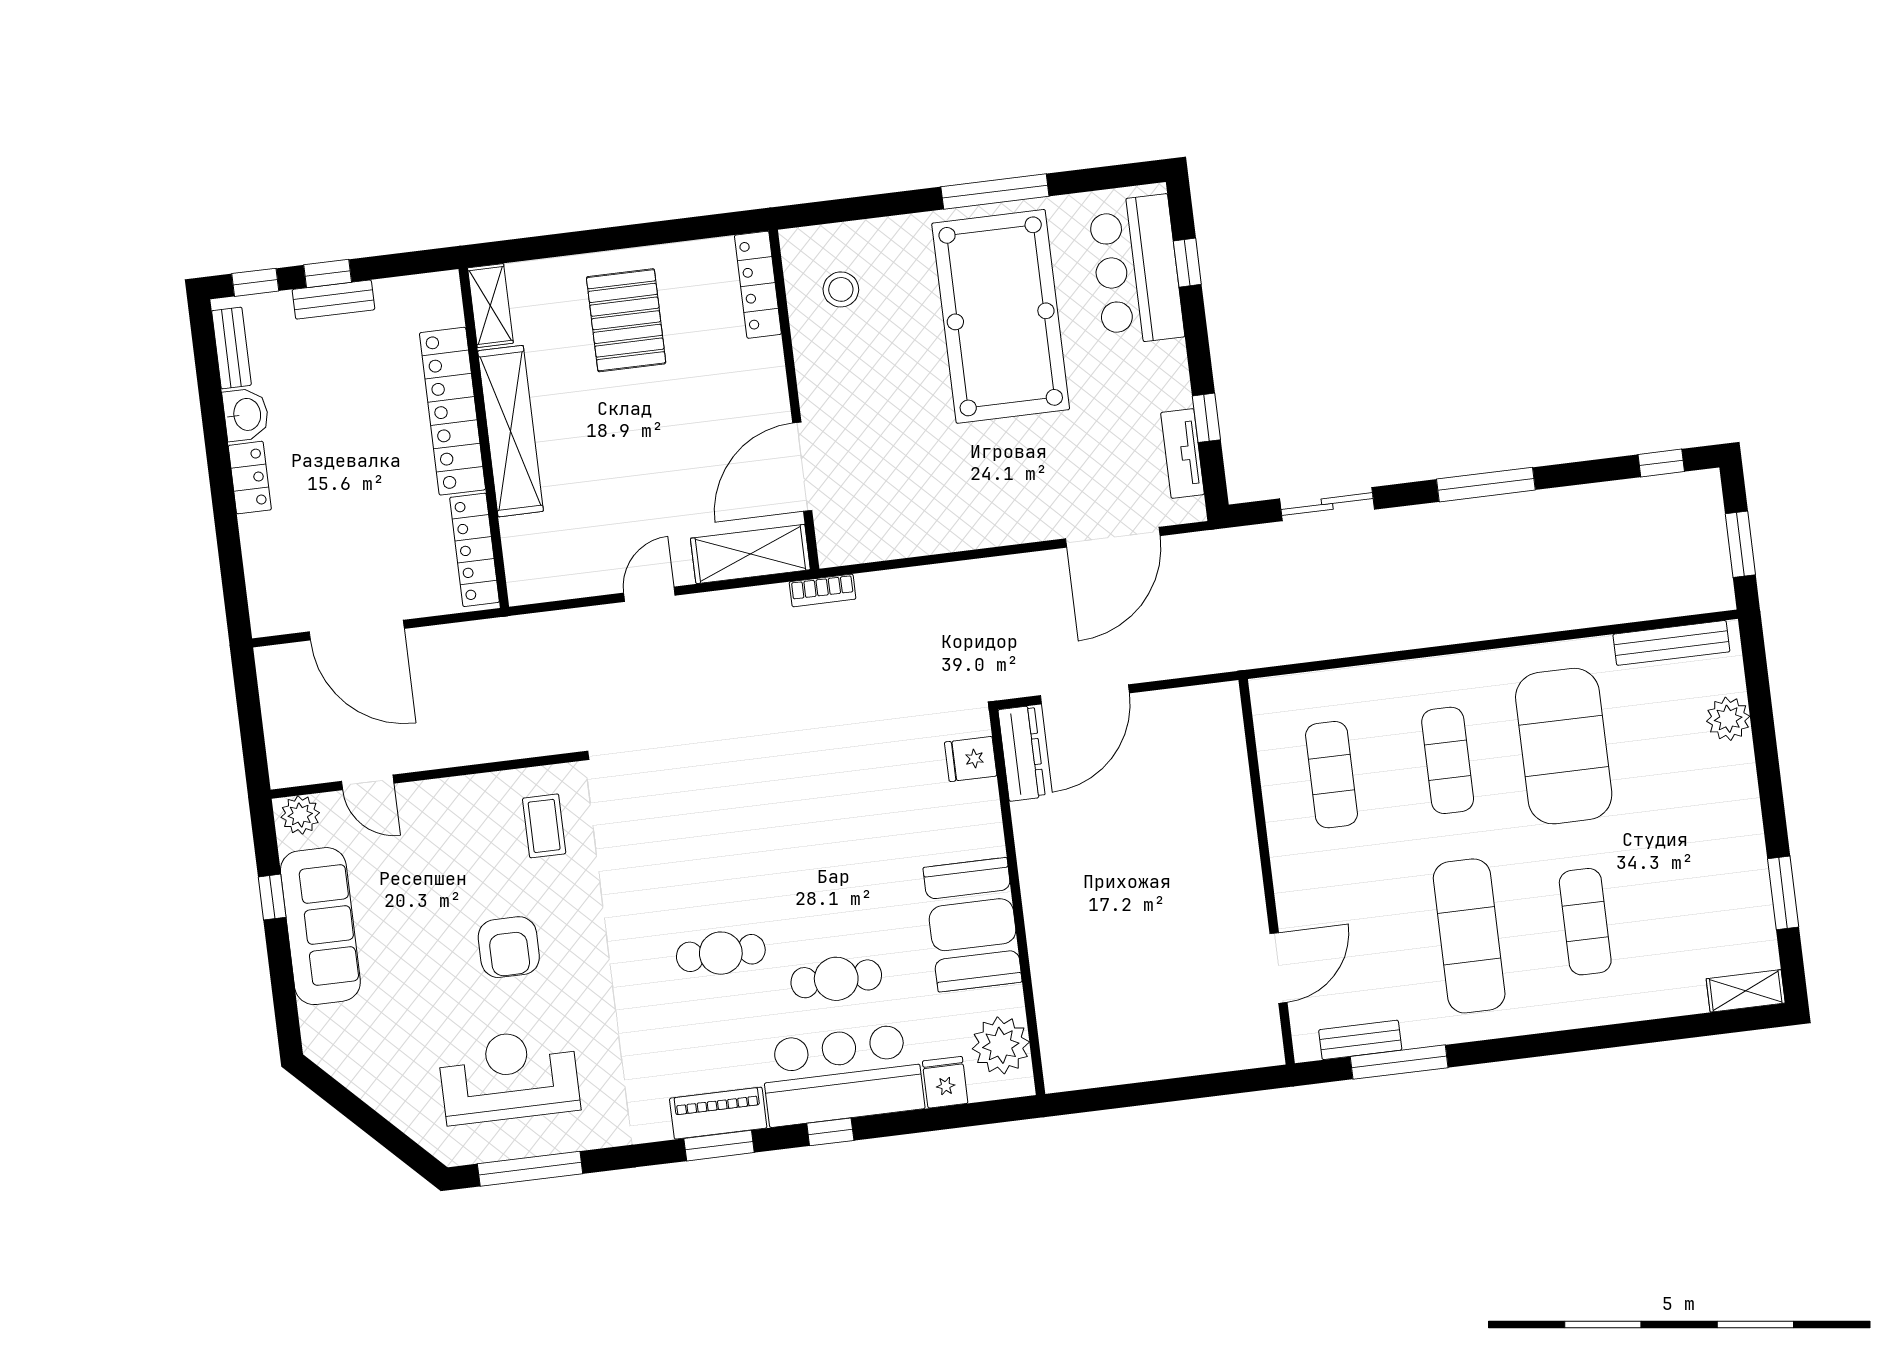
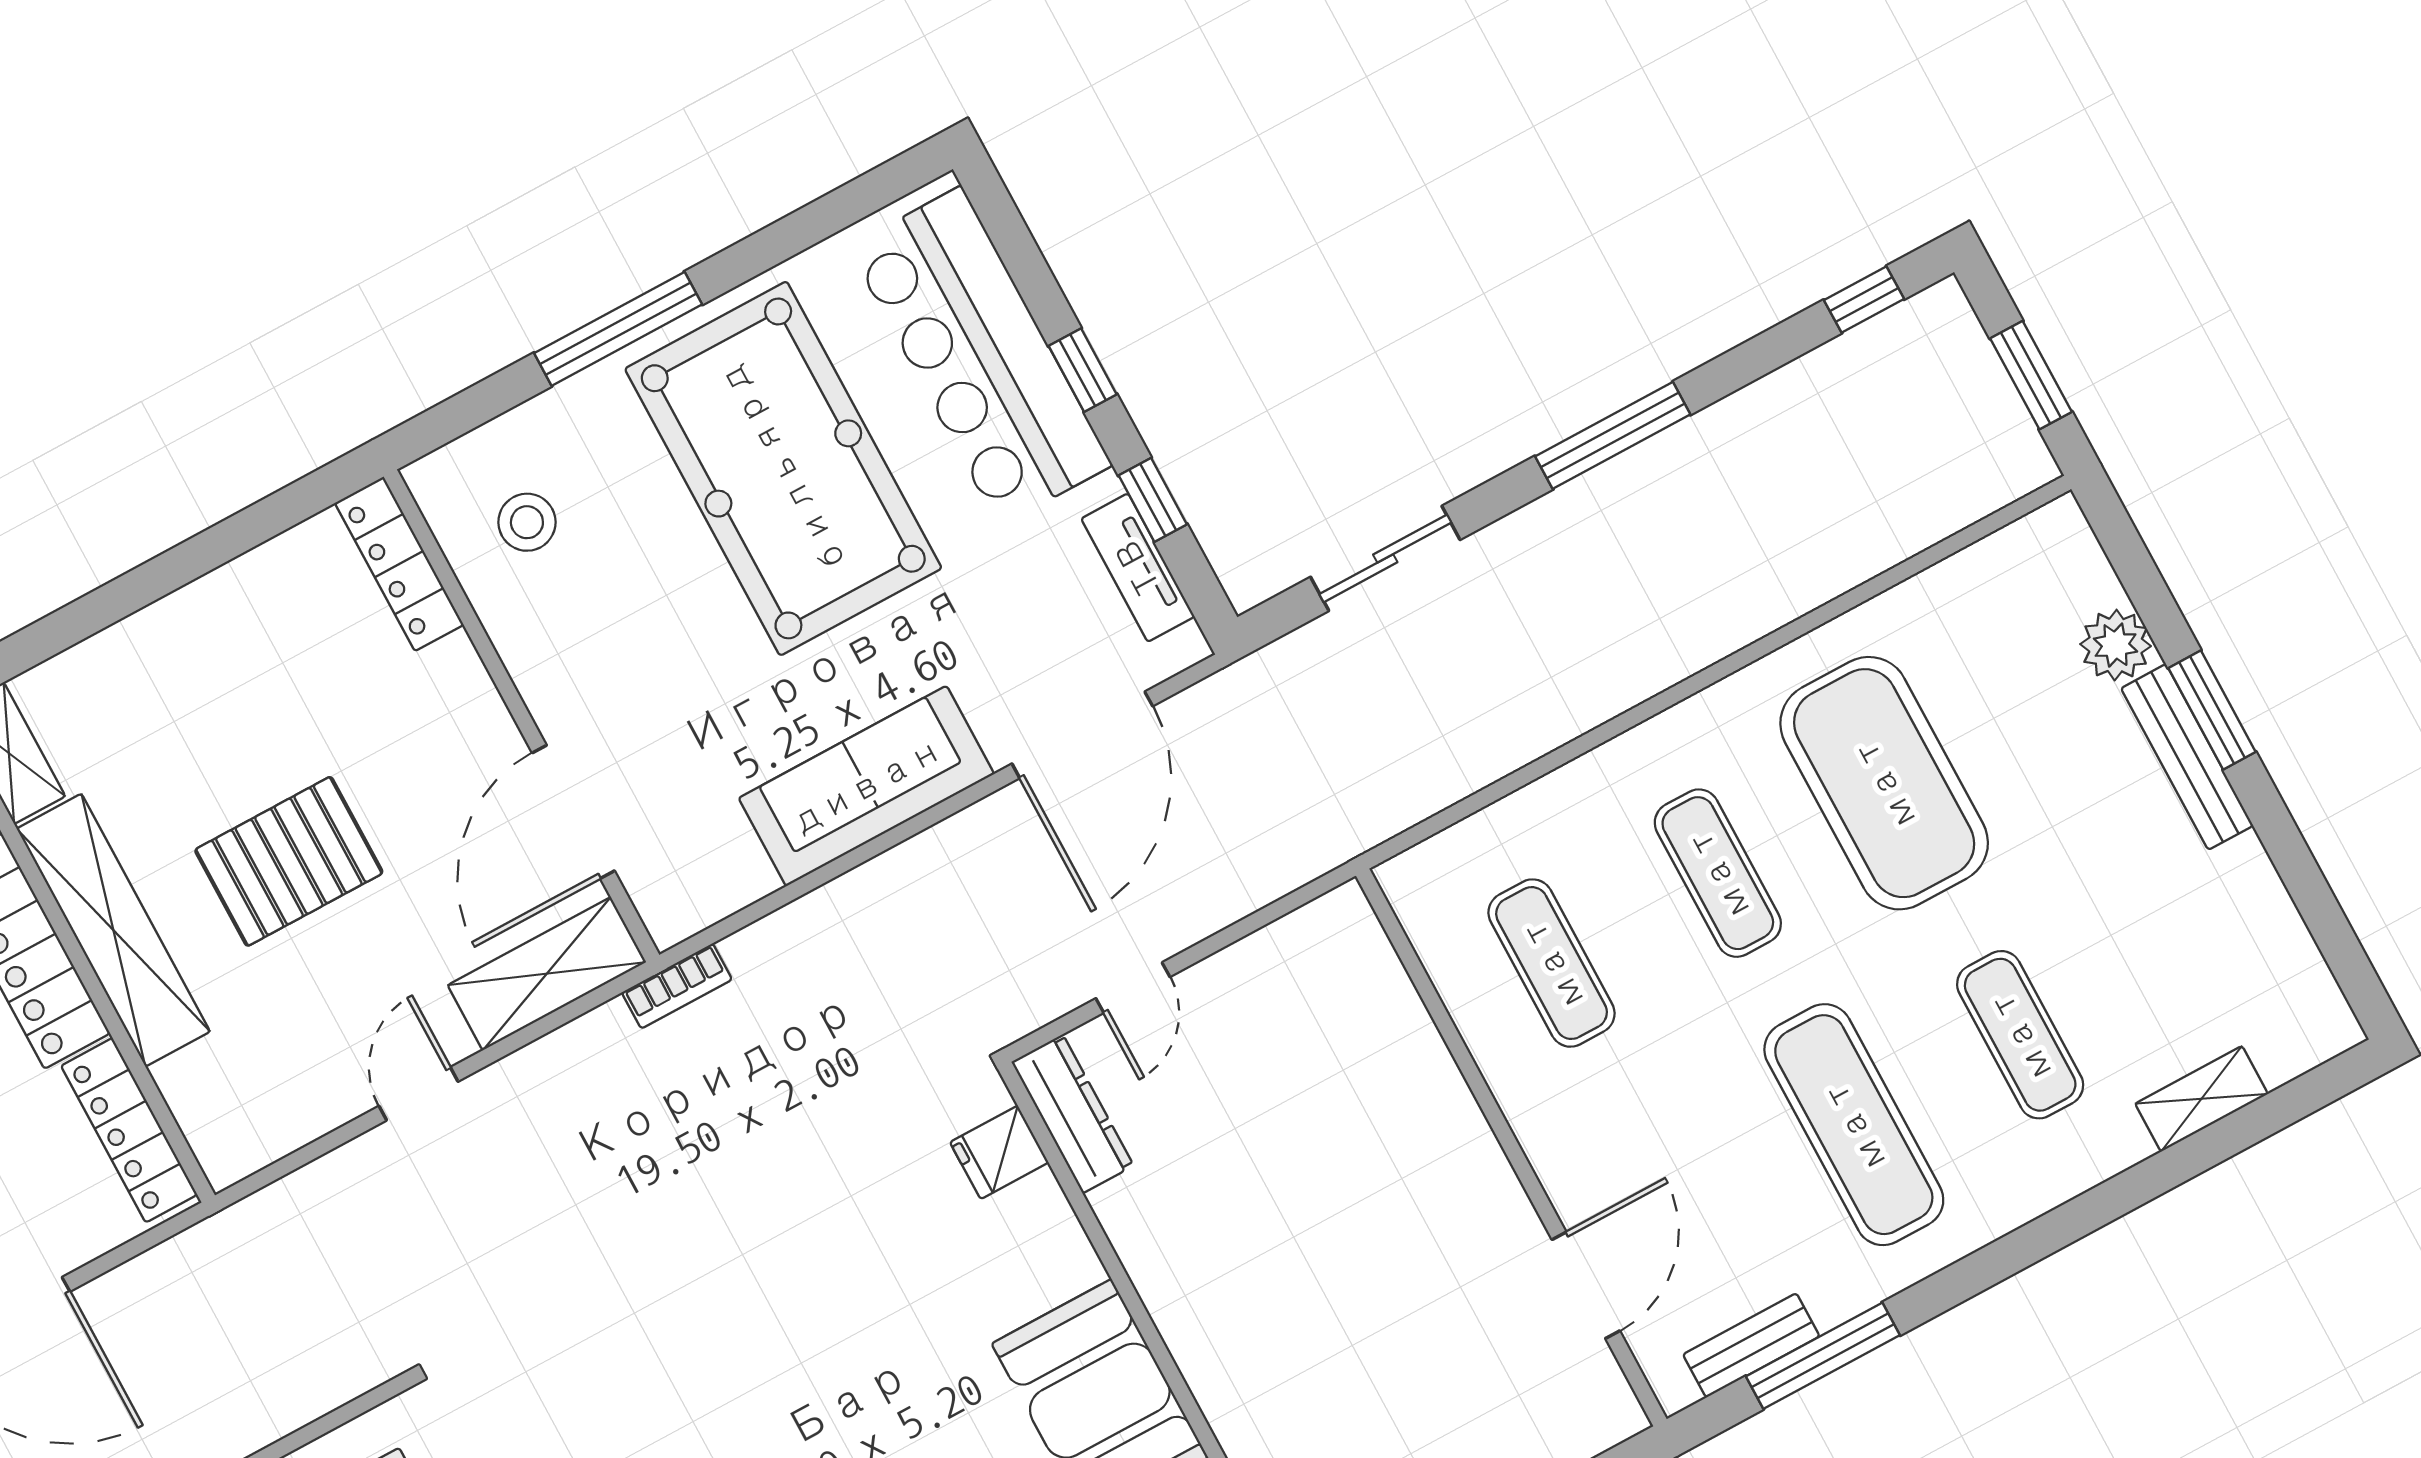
window: (995, 192) -> (618, 329), moved
window: (1187, 263) -> (1083, 370), moved
bar counter: (1136, 270) -> (980, 356), width x1.36
pallet: (626, 320) -> (289, 861), moved, turned 90
sofa: (977, 518) -> (866, 786), added
bench: (1671, 643) -> (2187, 757), moved, turned 90
door: (1085, 694) -> (1133, 988), width x0.53
window: (1783, 893) -> (2212, 710), moved
shelving: (1746, 991) -> (2201, 1099), moved

